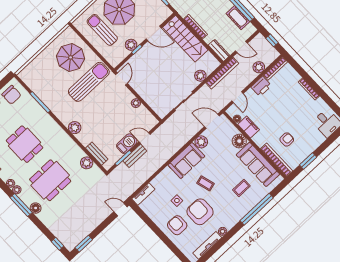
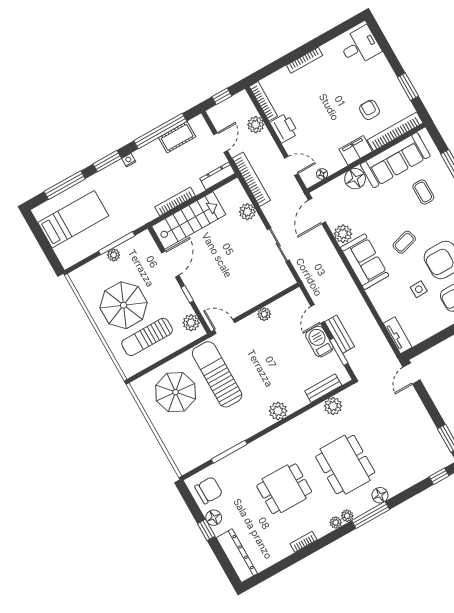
plant: (131, 45) -> (191, 323), moved
filing cabinet: (249, 127) -> (356, 150), moved

